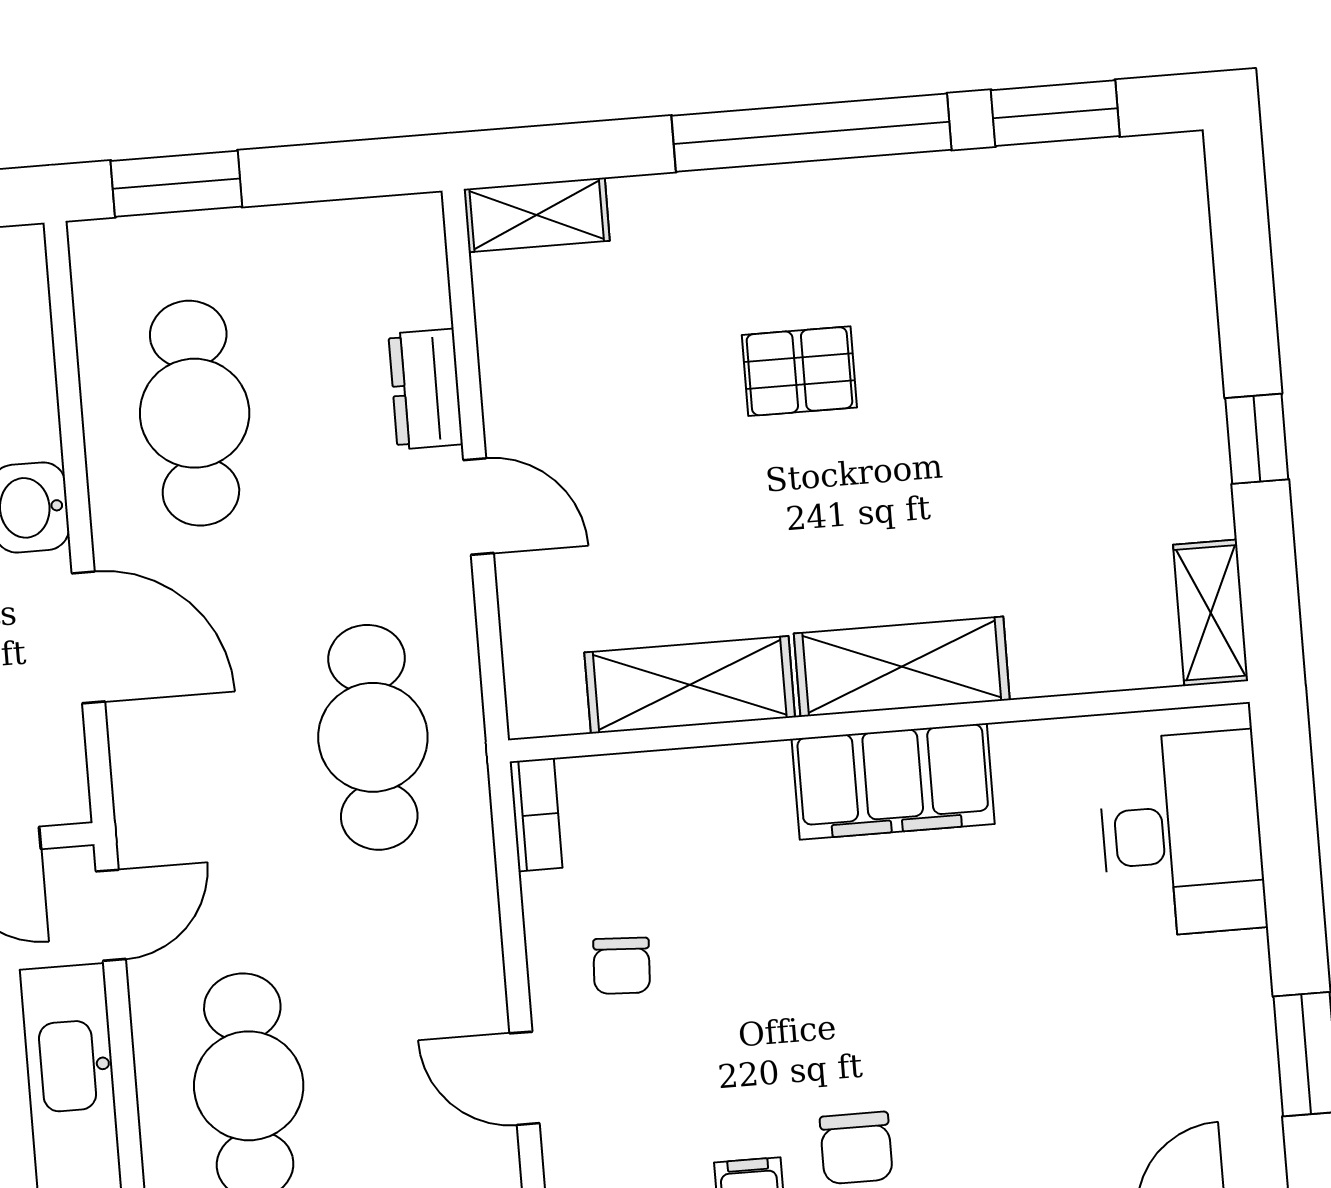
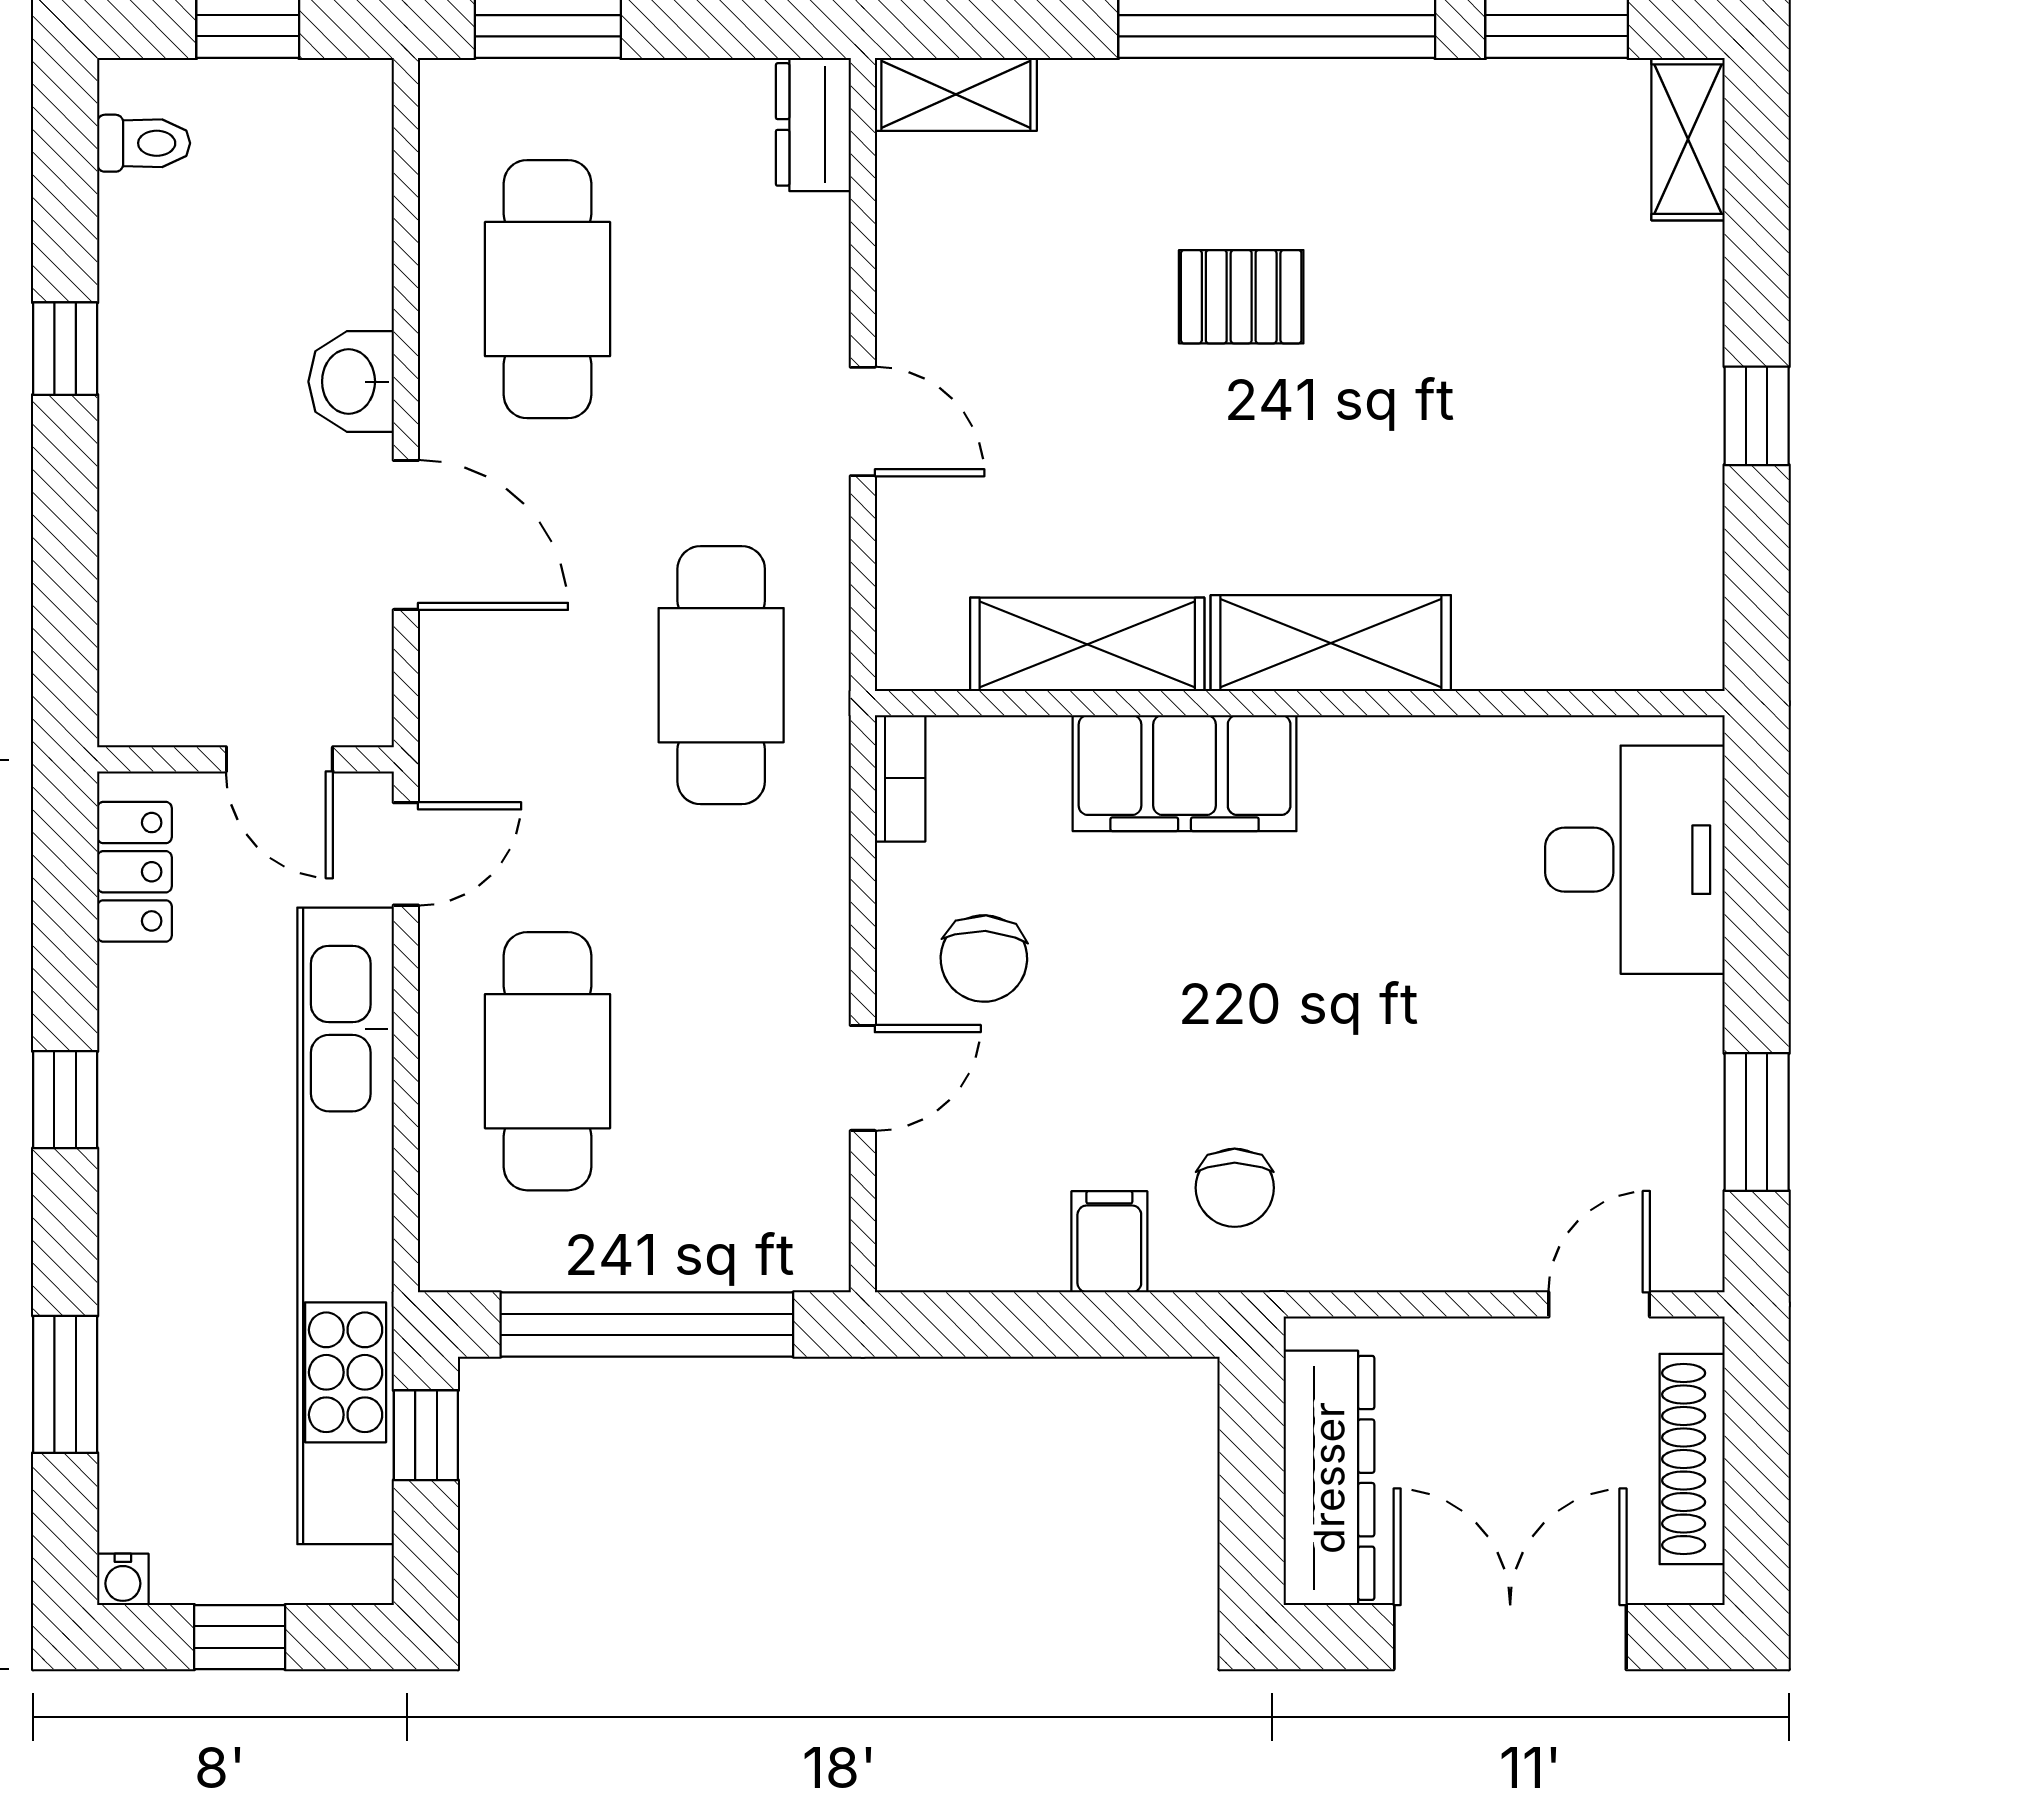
dresser: (426, 389) -> (813, 124), moved
shelving: (1211, 613) -> (1688, 139), moved
filing cabinet: (893, 781) -> (1185, 773), moved
chair: (622, 966) -> (984, 958), width x1.37, depth x1.37
door: (525, 1078) -> (863, 1078), swing flipped

